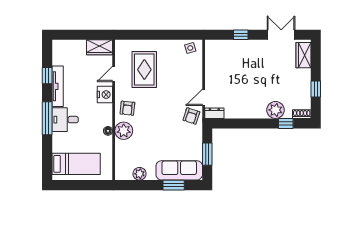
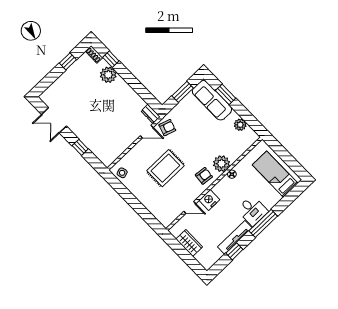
wardrobe: (99, 47) -> (189, 243), moved
wardrobe: (303, 55) -> (53, 92), removed
rug: (144, 70) -> (165, 168), moved

